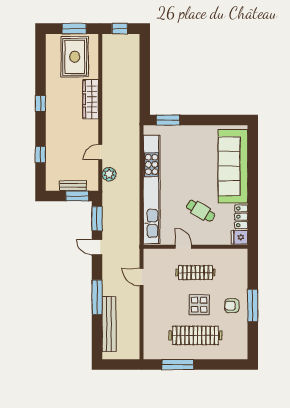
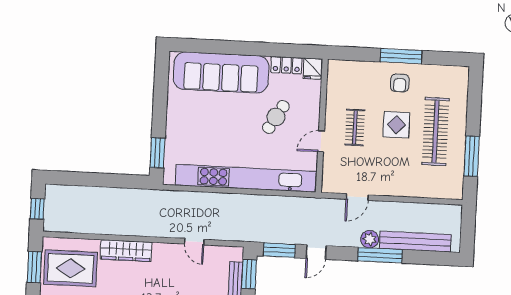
plant: (109, 174) -> (370, 239), moved
clothes rail: (195, 273) -> (355, 127), width x0.73

